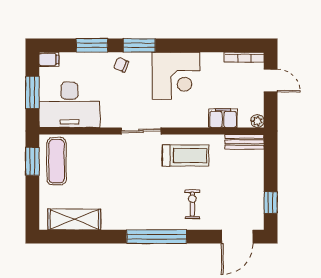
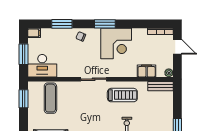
window: (139, 45) -> (105, 24), moved
desk: (69, 105) -> (42, 66), width x0.73, depth x0.77
exercise mat: (56, 161) -> (50, 98), moved

